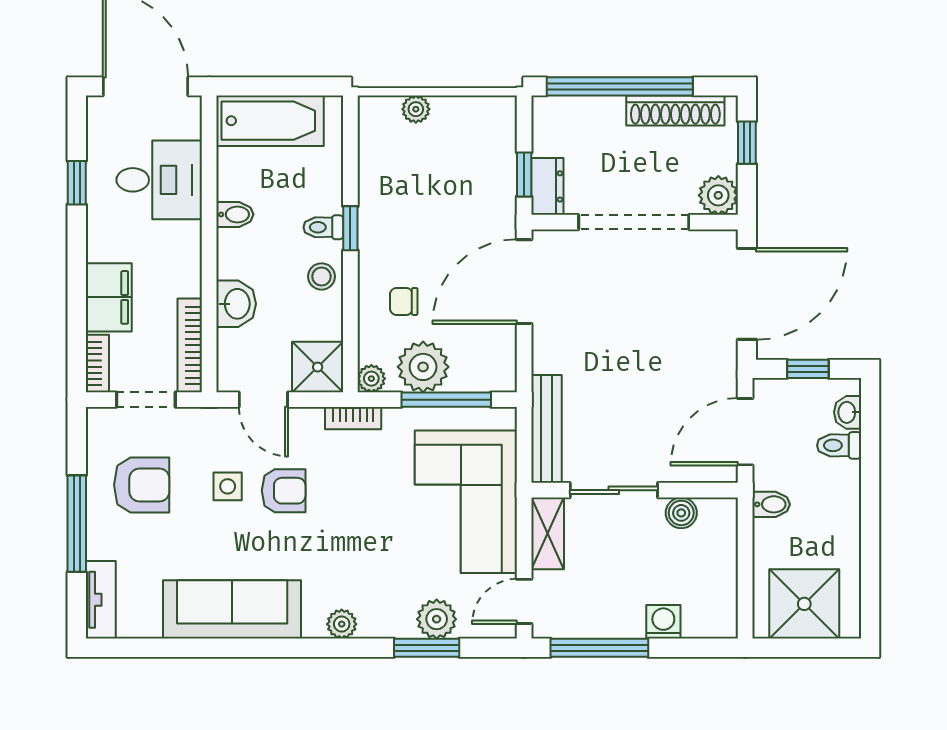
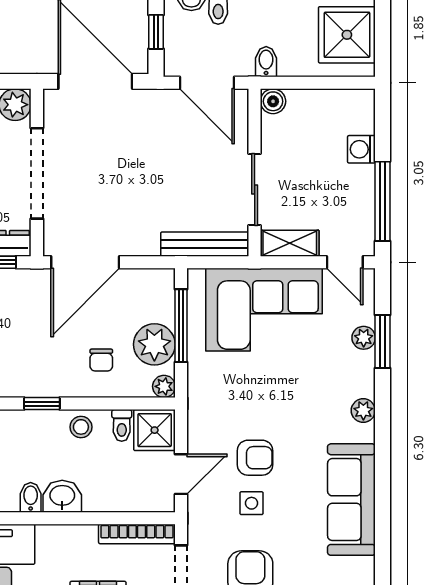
toilet: (323, 227) -> (122, 425), moved
door: (524, 282) -> (85, 262), hinge flipped
washbasin: (236, 304) -> (62, 496), moved
bookcase: (353, 418) -> (196, 401), removed
armchair: (284, 491) -> (255, 458), turned 90
boiler: (681, 513) -> (273, 101), moved
plant: (437, 619) -> (364, 338), width x0.73, depth x0.73

